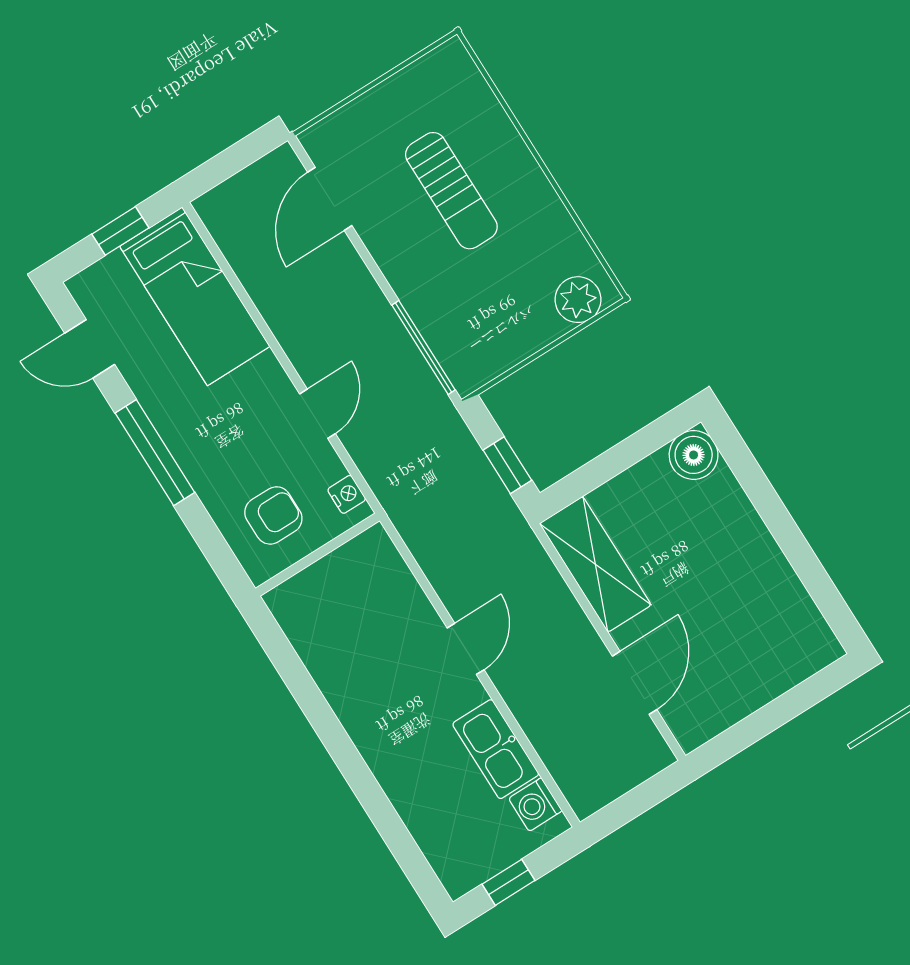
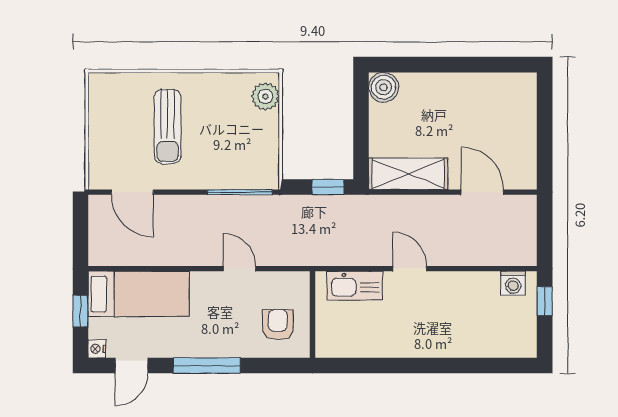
sun lounger: (451, 191) -> (168, 126), turned 90
nightstand: (347, 494) -> (97, 349), moved, turned -90
kitchen sink: (496, 749) -> (355, 286), moved
window: (508, 882) -> (545, 301), moved

